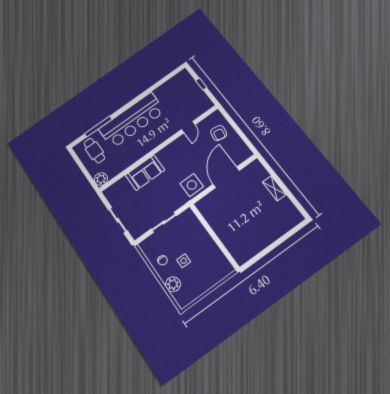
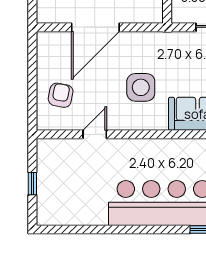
side table: (192, 185) -> (141, 87), moved

